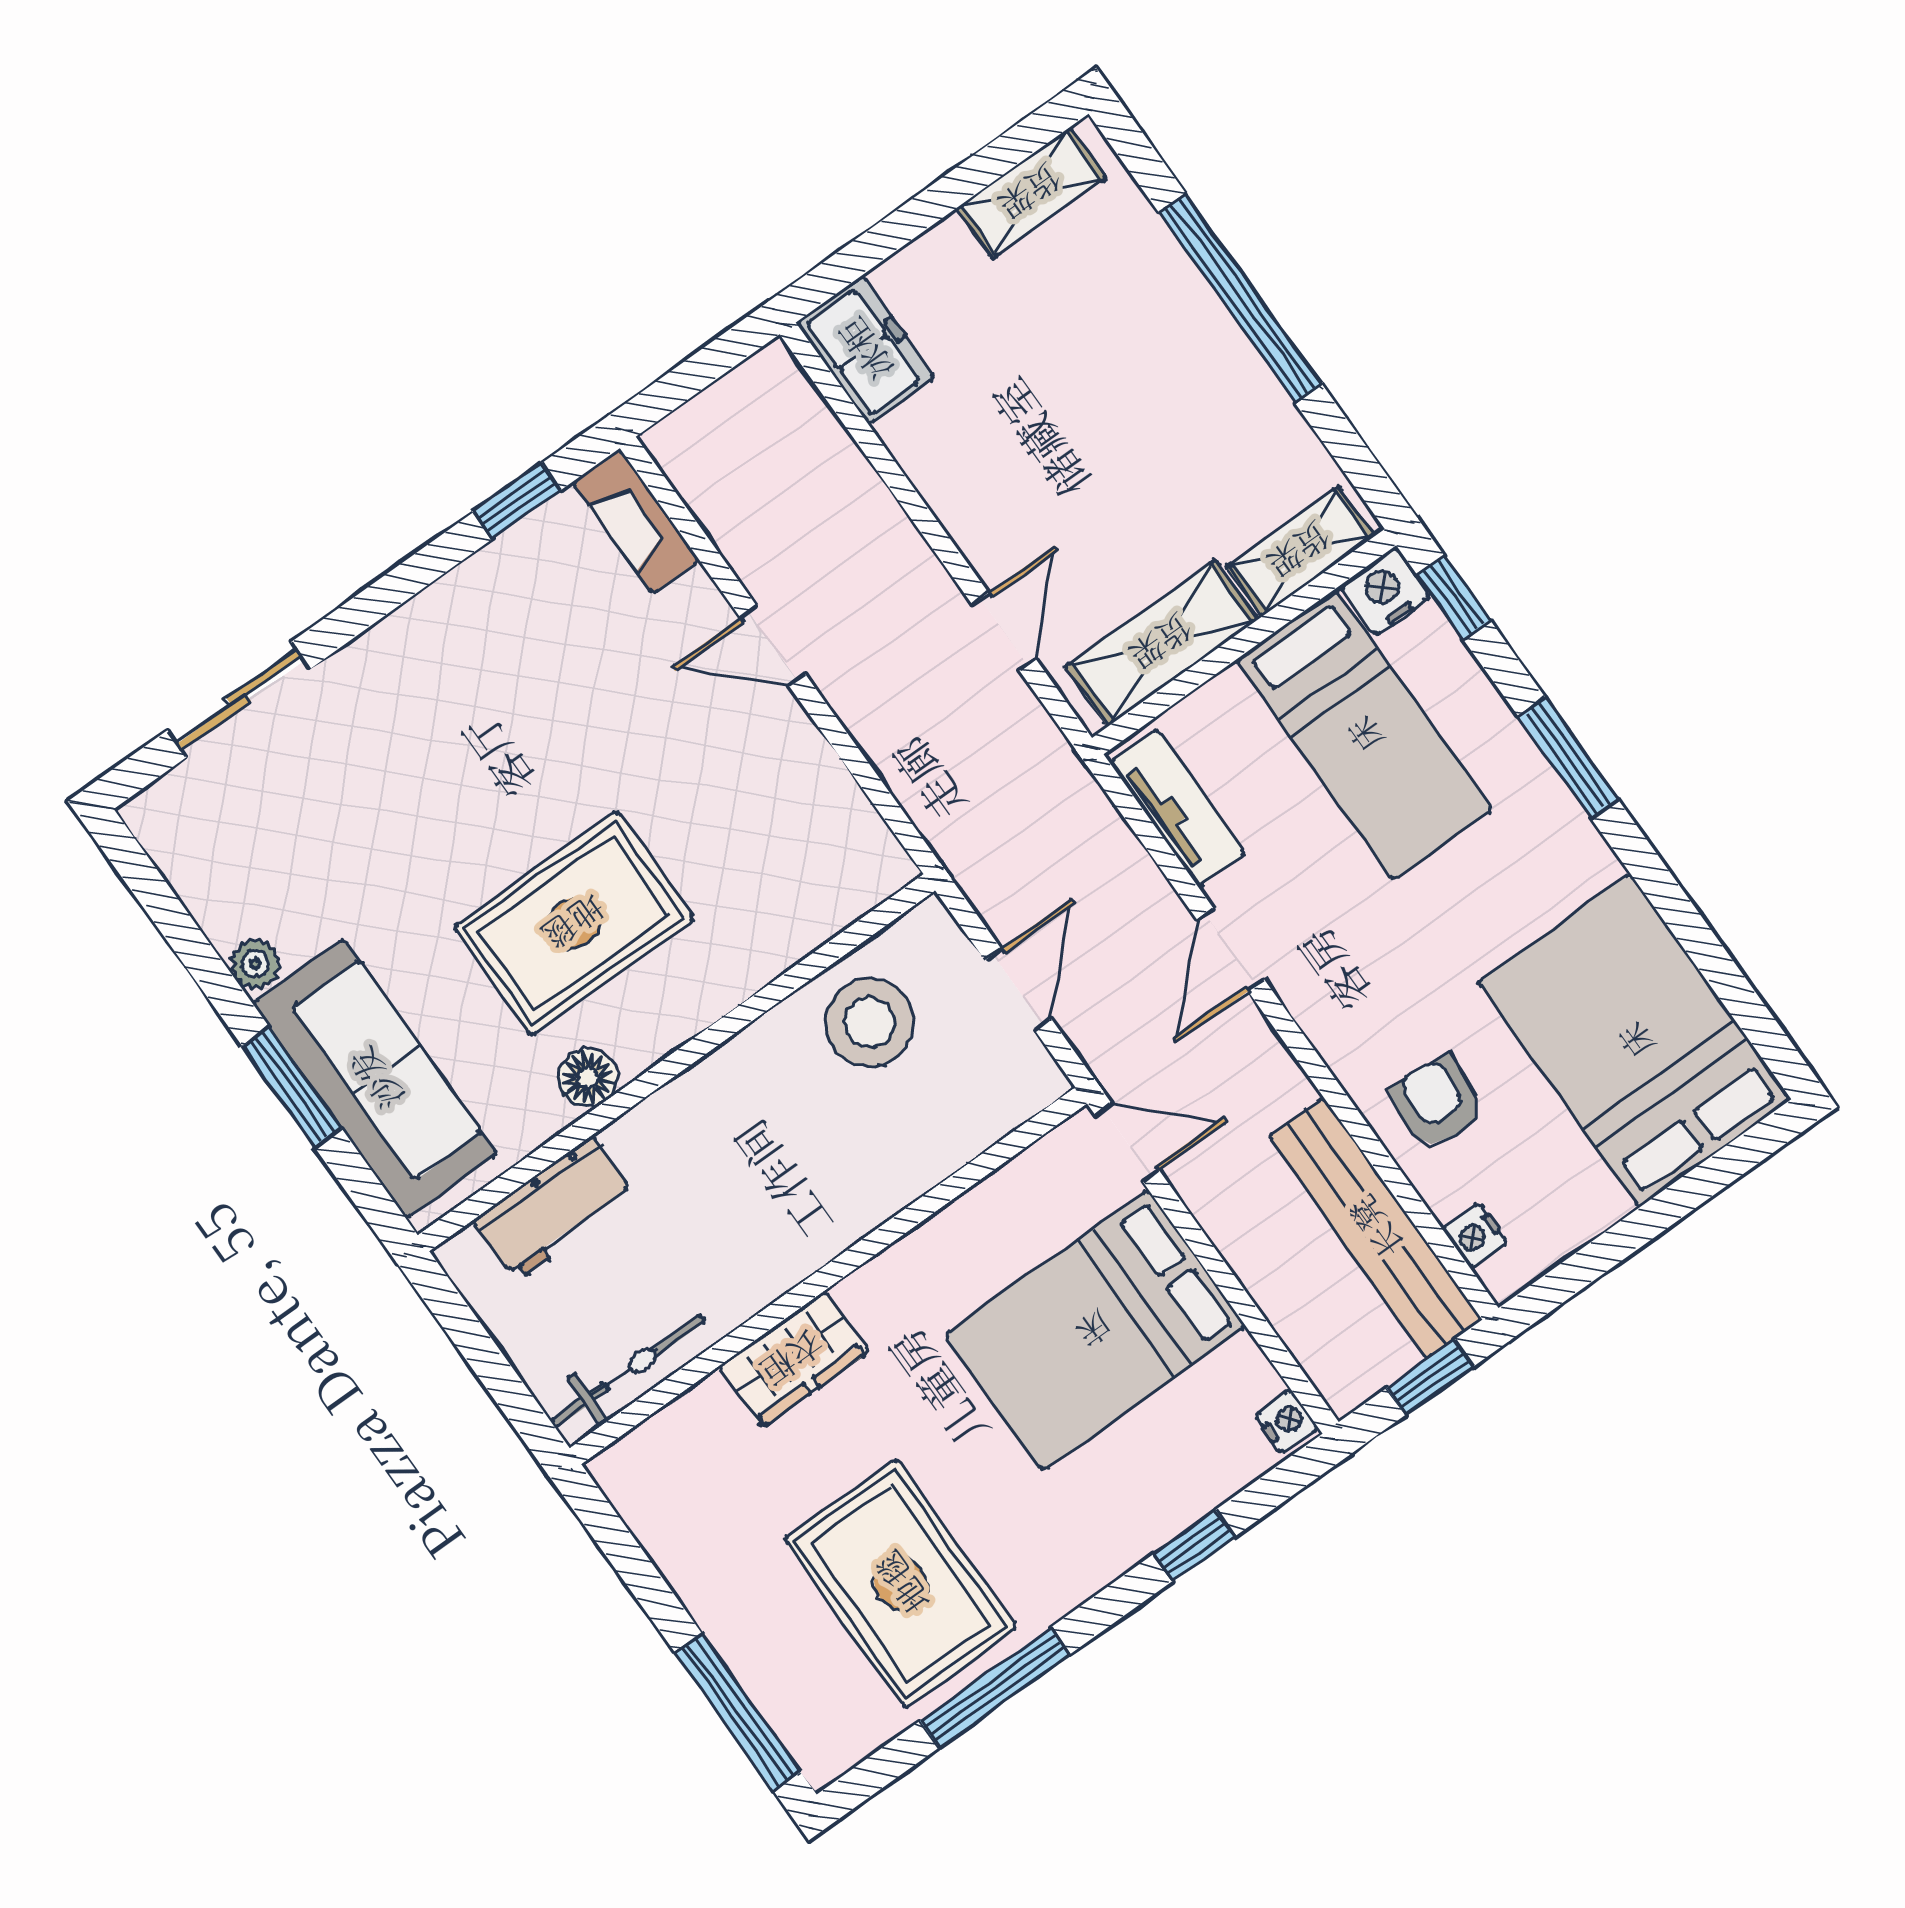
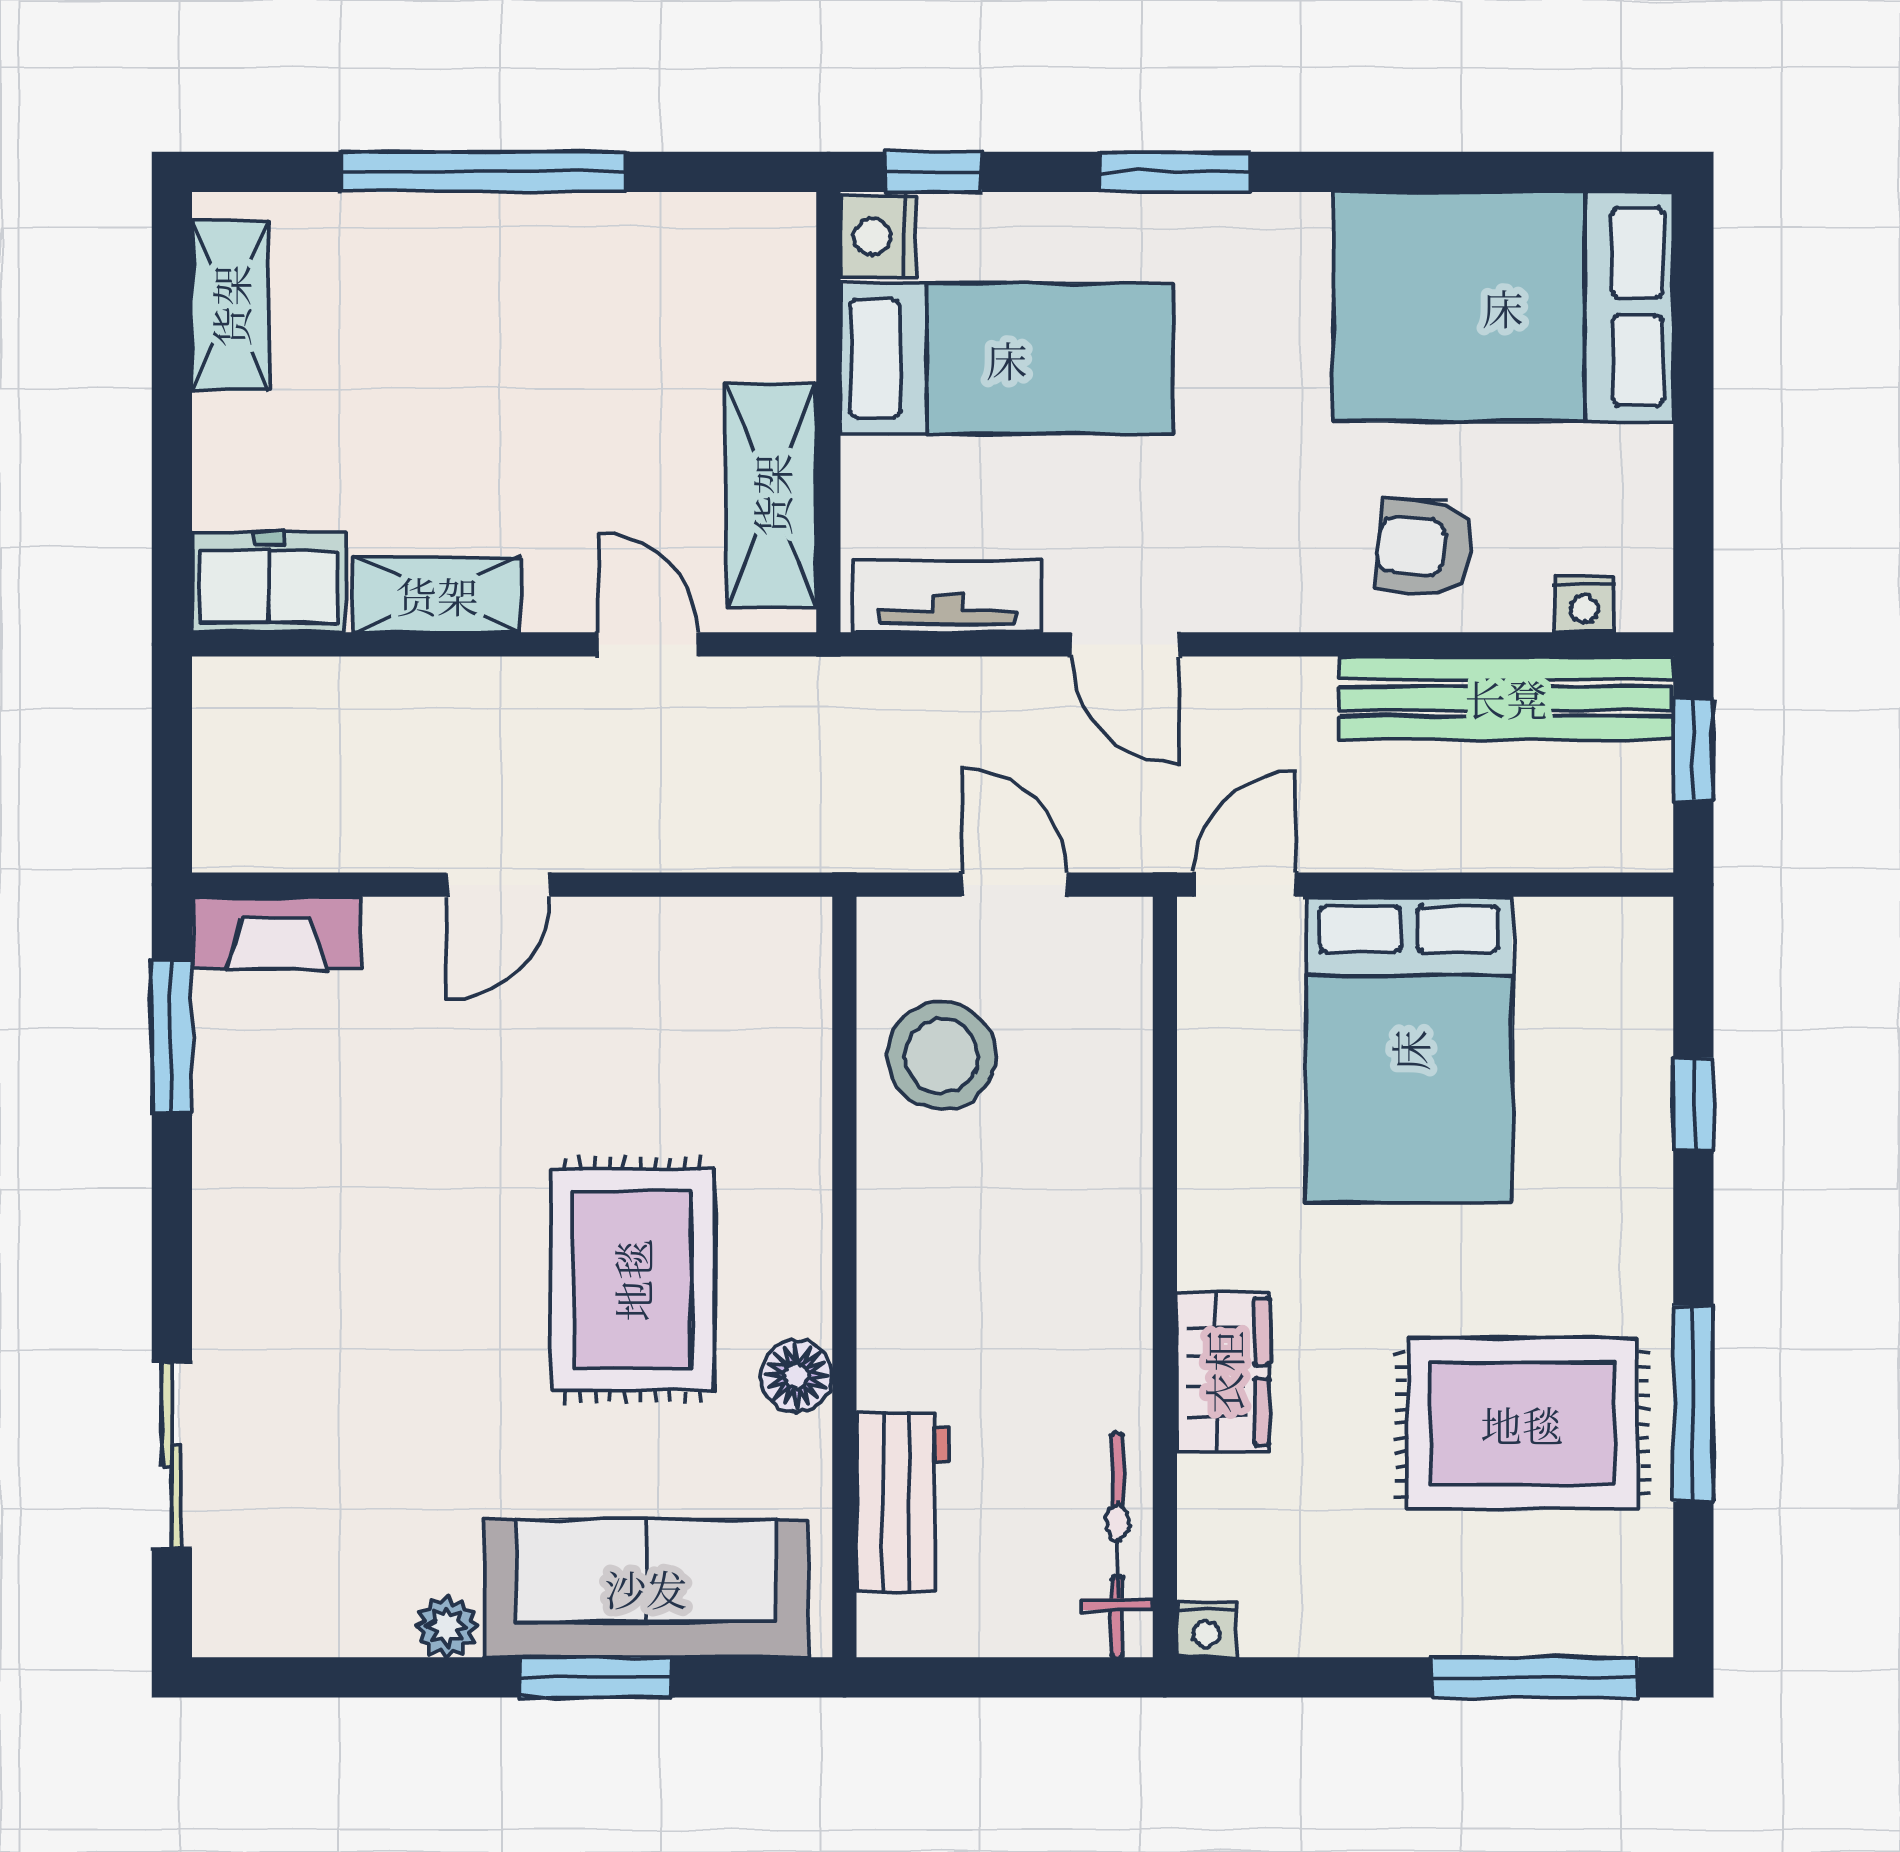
window: (517, 501) -> (172, 1037), width x1.50
shelving: (1300, 551) -> (437, 595), moved, turned 90
nightstand: (1286, 1422) -> (1206, 1630), moved, turned 180

